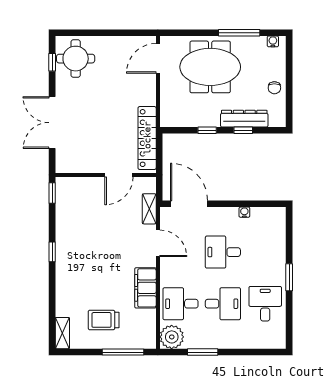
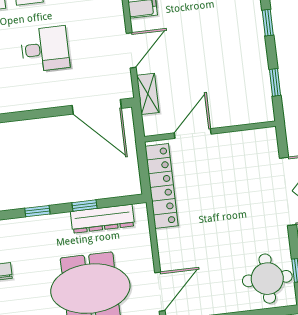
dresser: (244, 119) -> (102, 219), moved
window: (52, 193) -> (275, 82), moved
water cooler: (244, 212) -> (23, 104), removed
door: (158, 243) -> (131, 50), swing flipped

